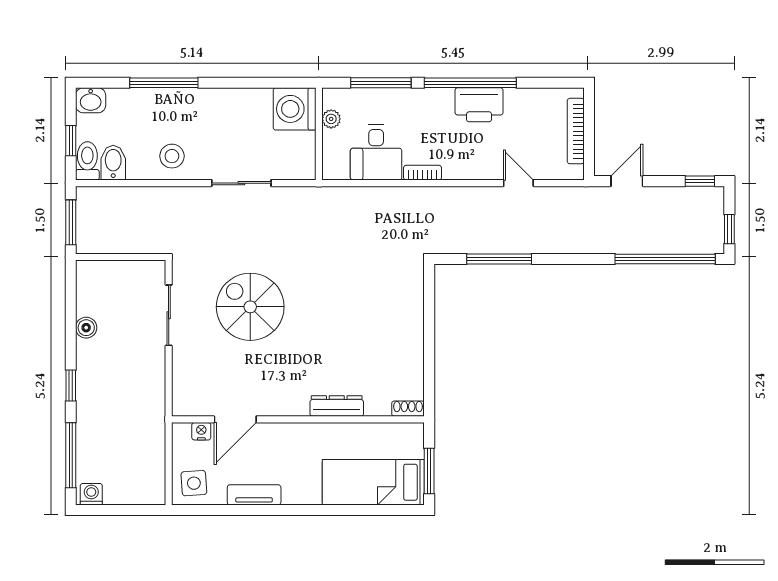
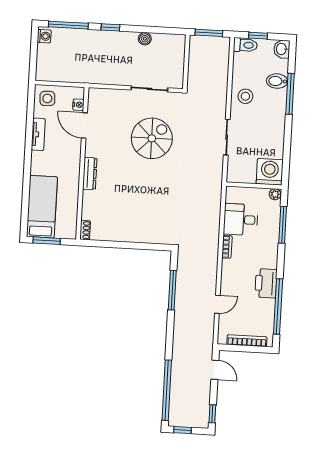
window: (470, 83) -> (278, 306), moved
plant: (331, 119) -> (275, 194), moved
bidet: (113, 163) -> (277, 81), moved, turned 180
dresser: (337, 406) -> (90, 174), moved

